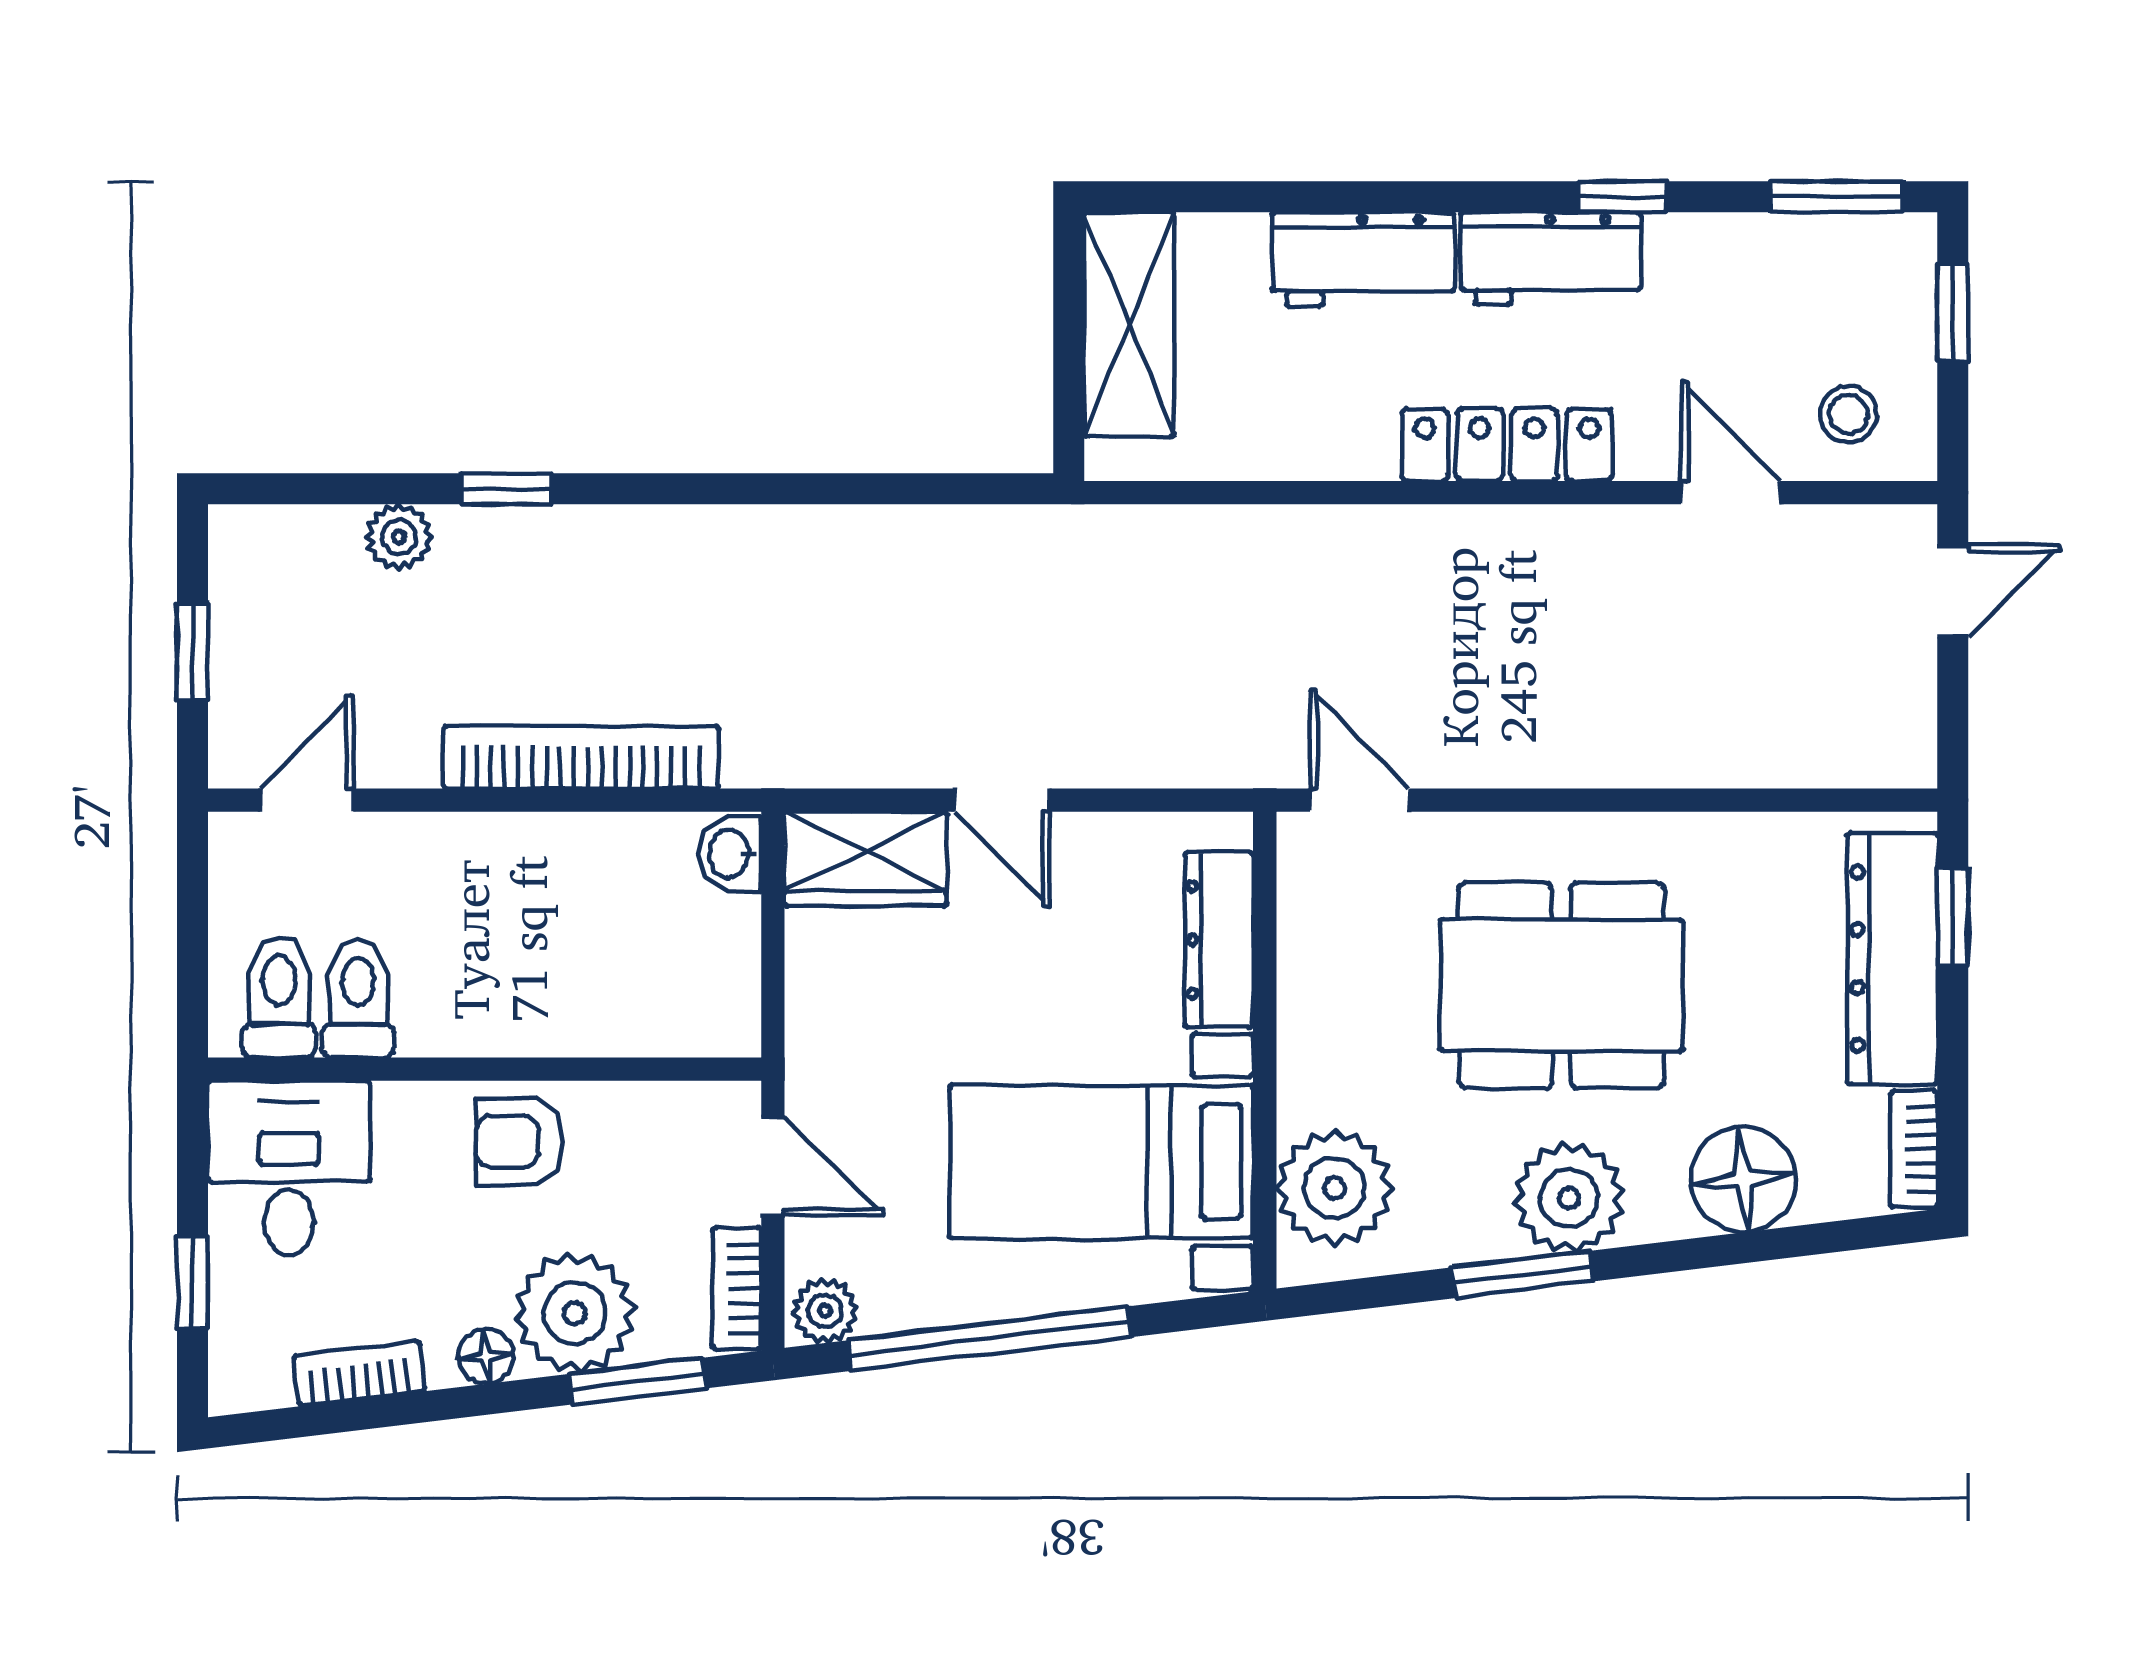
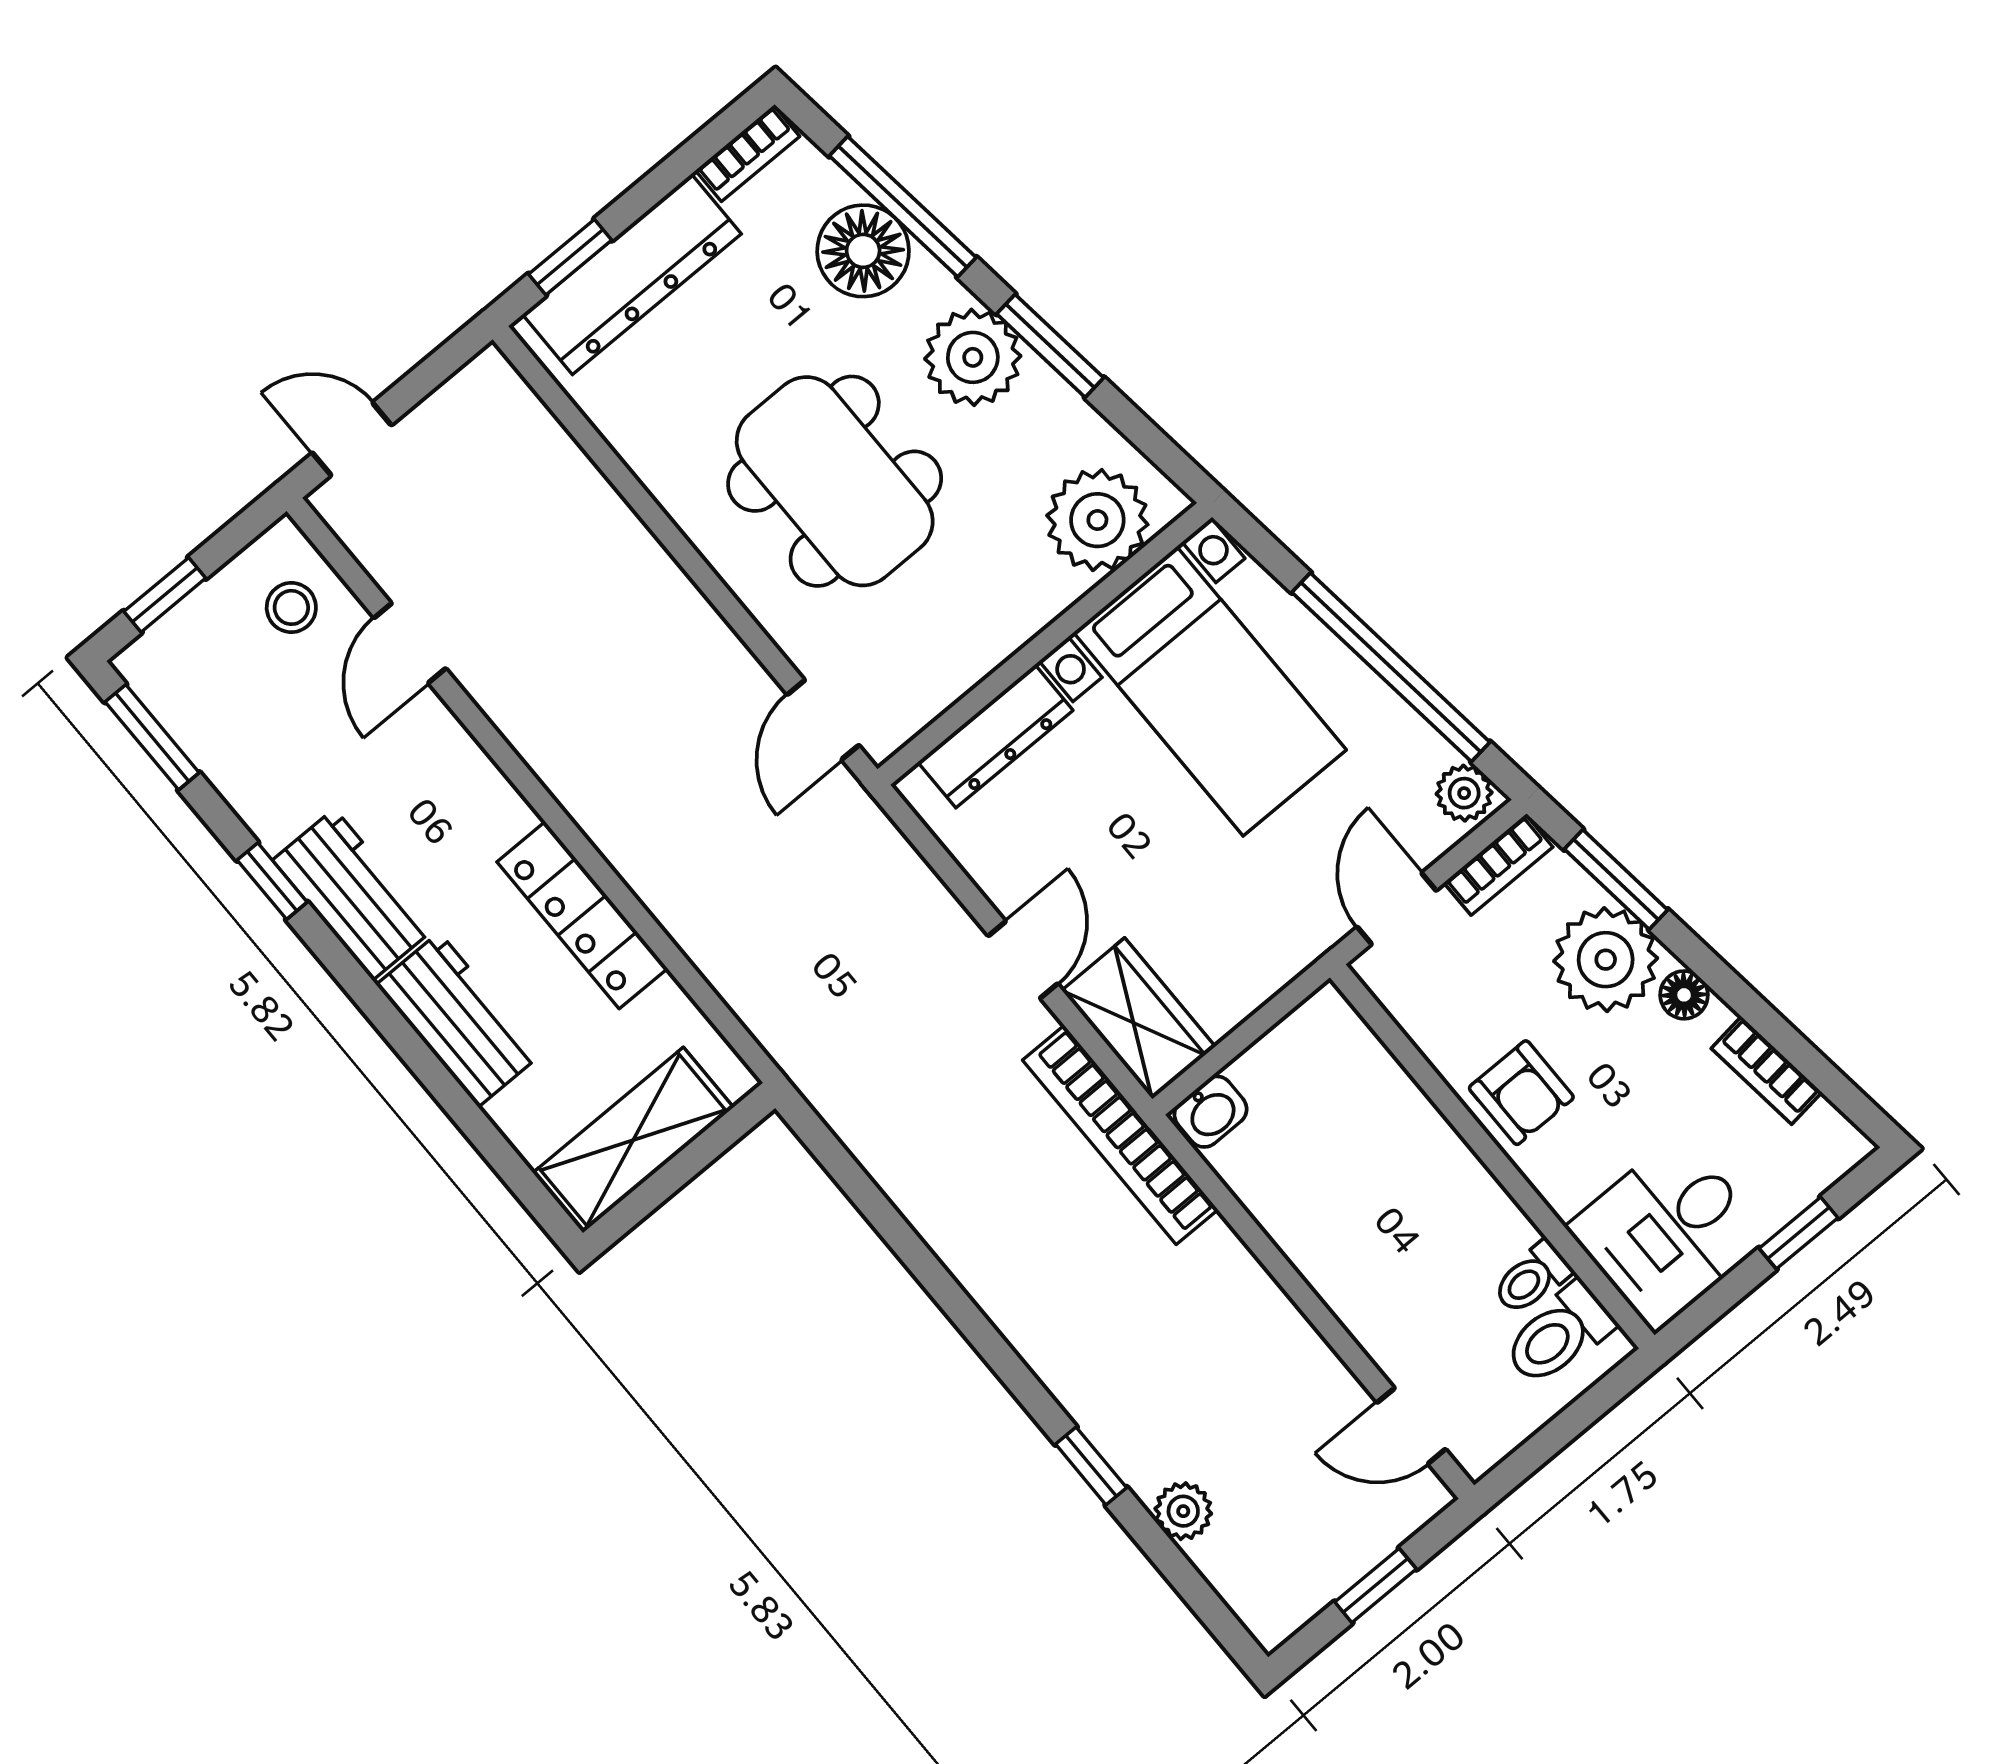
locker: (1507, 445) -> (582, 915), moved
bookcase: (581, 757) -> (1120, 1135), moved
toilet: (358, 998) -> (1532, 1278), width x0.73, depth x0.72
window: (1753, 1247) -> (903, 207), added

